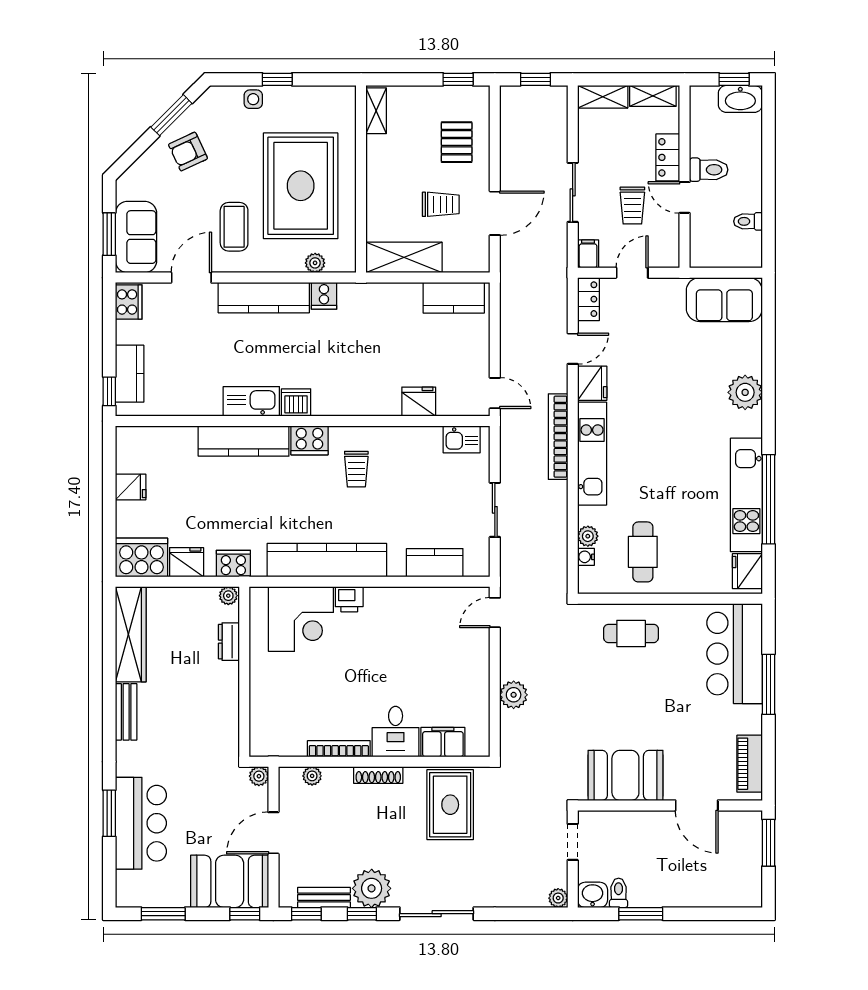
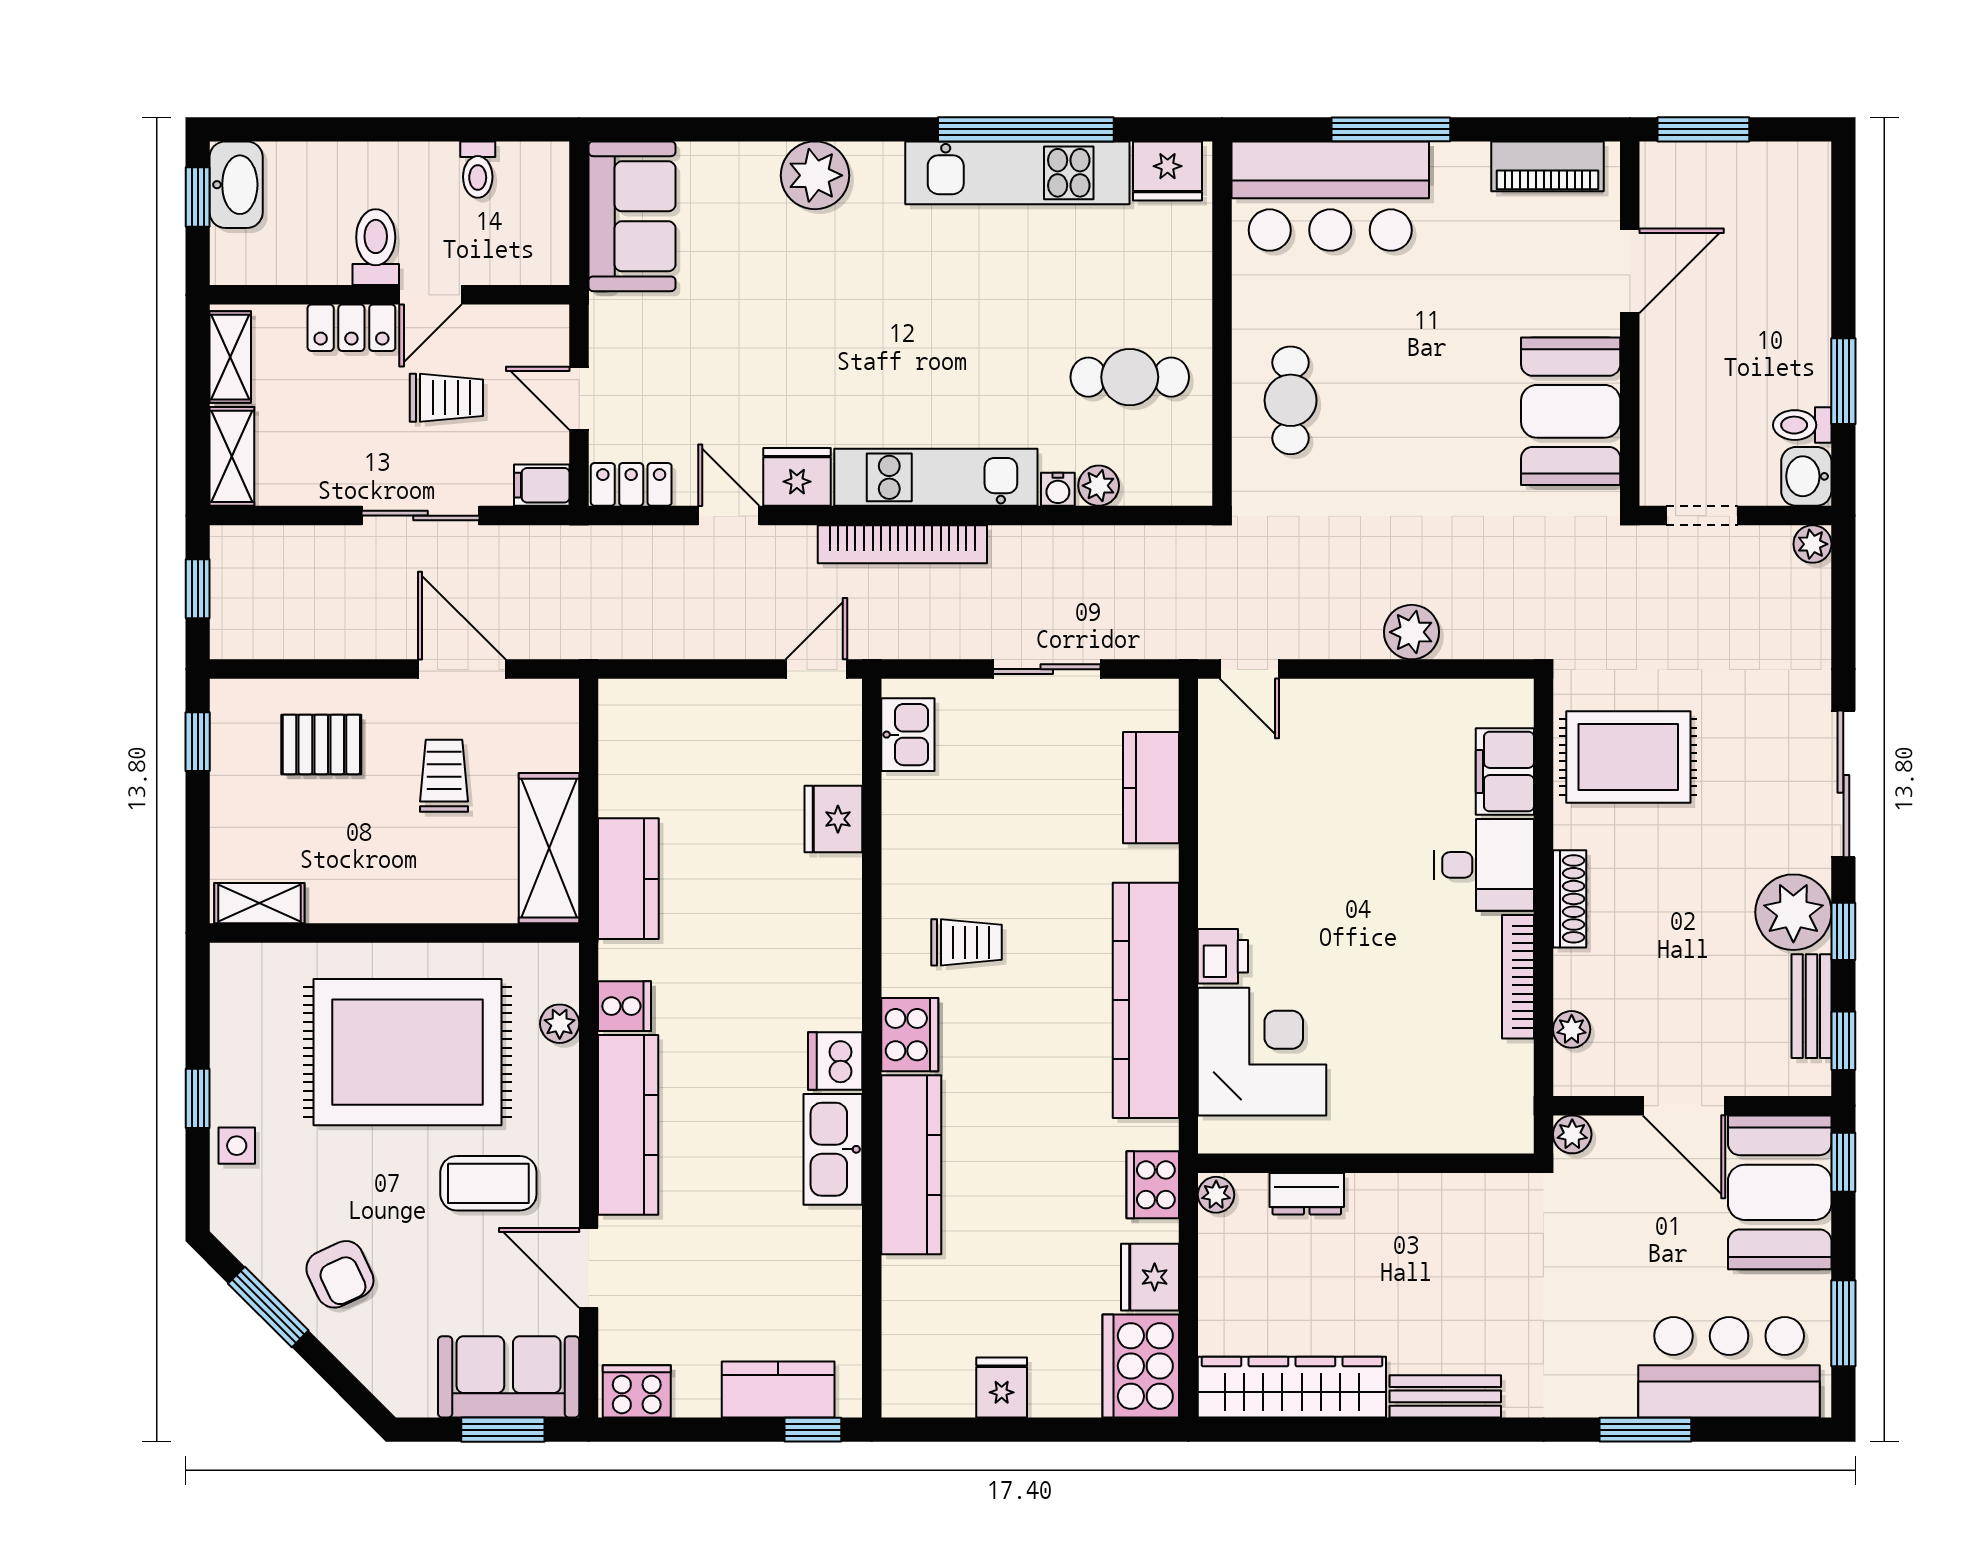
kitchen counter: (454, 298) -> (628, 879), moved
water cooler: (586, 557) -> (1058, 489), moved
bar counter: (141, 823) -> (1729, 1367), moved

